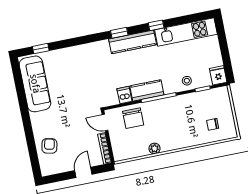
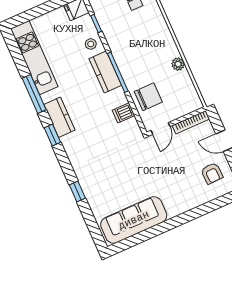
window: (156, 25) -> (34, 94), width x2.17
kitchen counter: (133, 42) -> (60, 117), width x0.67
window: (41, 49) -> (77, 192), moved
kitchen counter: (147, 90) -> (105, 72), moved
armchair: (49, 146) -> (212, 173), moved, turned -105

